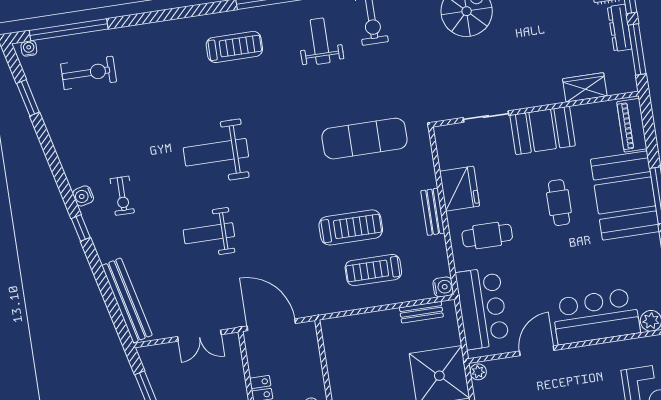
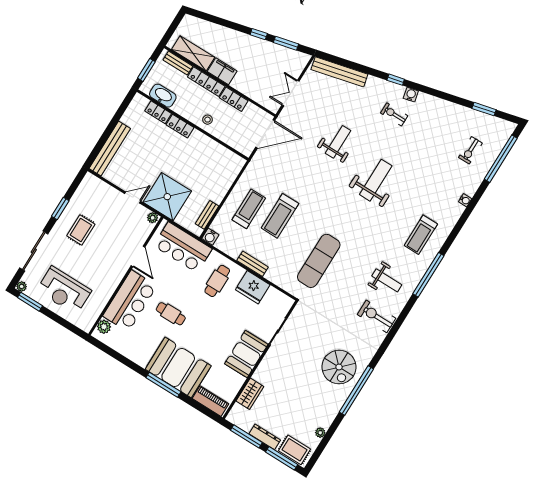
water cooler: (29, 48) -> (465, 200), moved
exercise bike: (89, 73) -> (470, 150), width x0.73, depth x0.72
cafe table: (559, 203) -> (171, 314), moved

